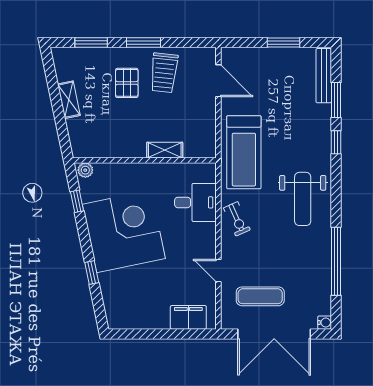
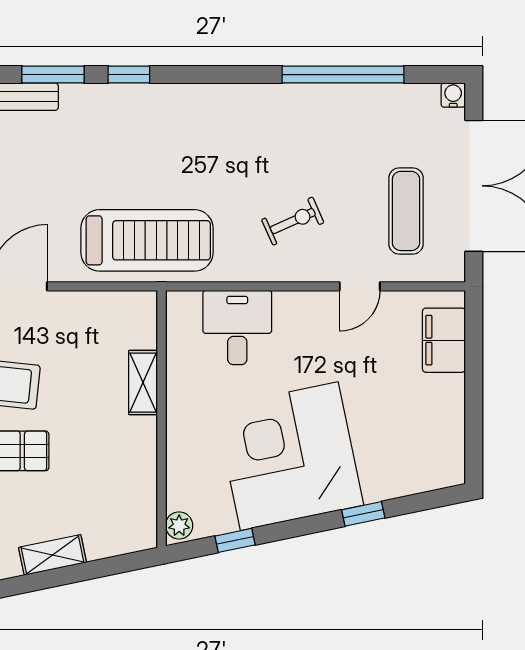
weight bench: (303, 199) -> (231, 135), removed
exercise bike: (237, 219) -> (293, 221), moved

